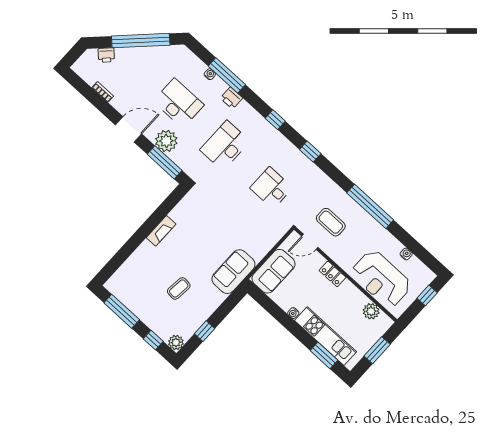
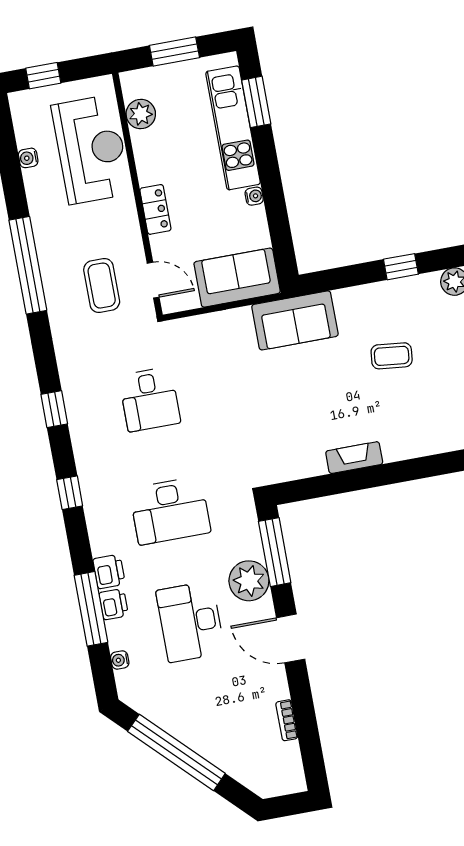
printer: (106, 55) -> (114, 604), moved, turned 45
water cooler: (210, 74) -> (120, 660), moved

